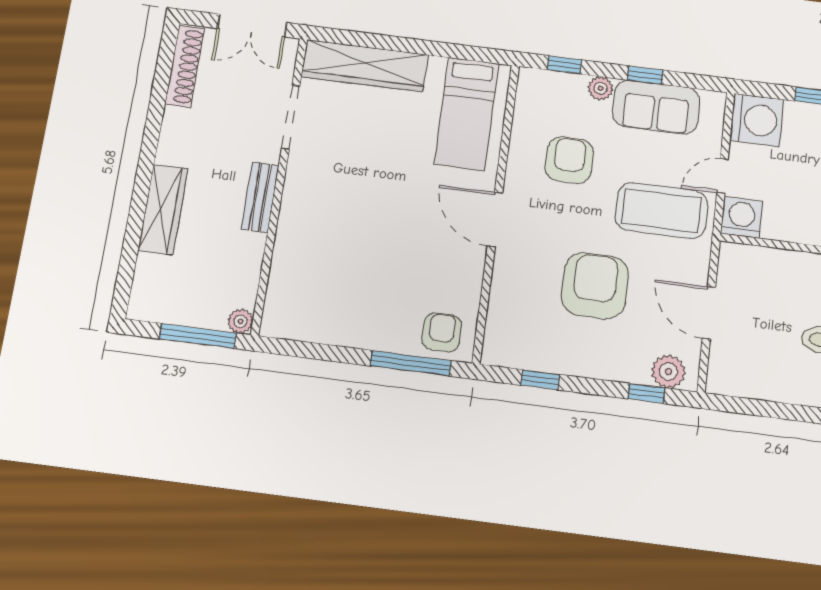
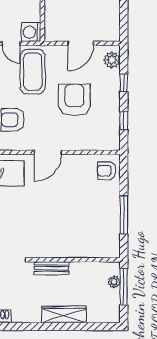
armchair: (595, 286) -> (74, 100), turned 90
plant: (240, 321) -> (114, 282), moved
window: (411, 363) -> (124, 215), moved
window: (646, 393) -> (124, 83), moved

